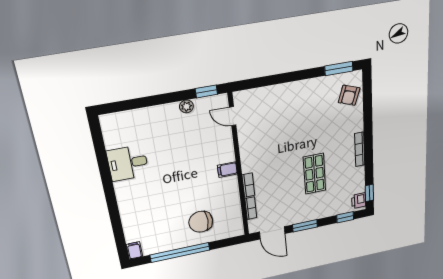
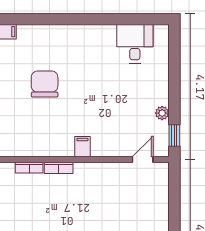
desk: (128, 163) -> (135, 44), moved
chair: (201, 222) -> (45, 84), moved

